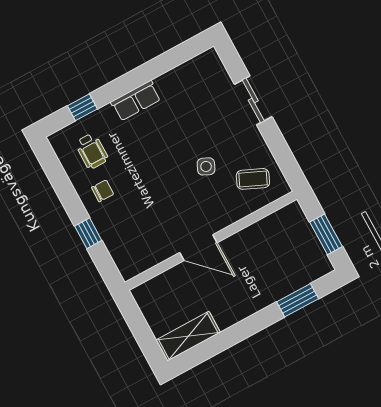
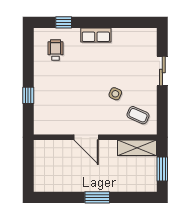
wheelchair: (92, 151) -> (55, 50), turned 180
chair: (103, 191) -> (49, 76), removed
window: (298, 300) -> (97, 197), moved
shelving: (188, 336) -> (137, 148), moved

